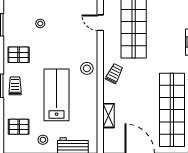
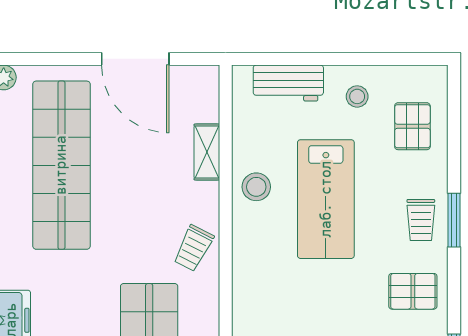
stool: (87, 68) -> (256, 187), moved
pallet: (19, 127) -> (412, 126), turned 90

